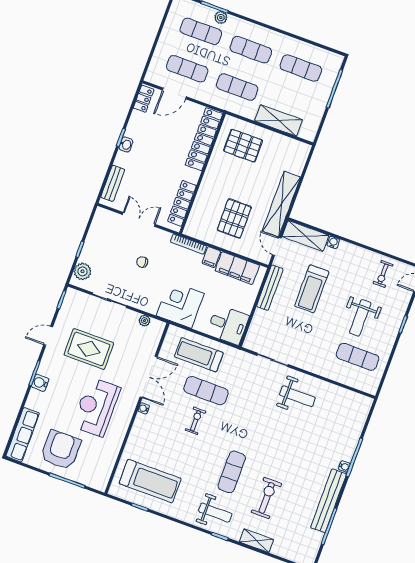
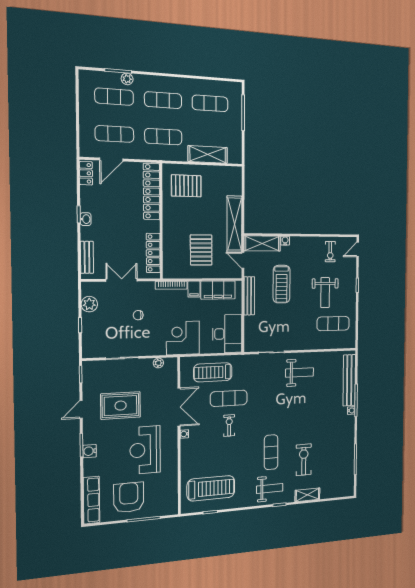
plant: (82, 271) -> (89, 304), moved
desk: (228, 325) -> (227, 334), width x1.37
bench: (329, 501) -> (349, 380), moved

